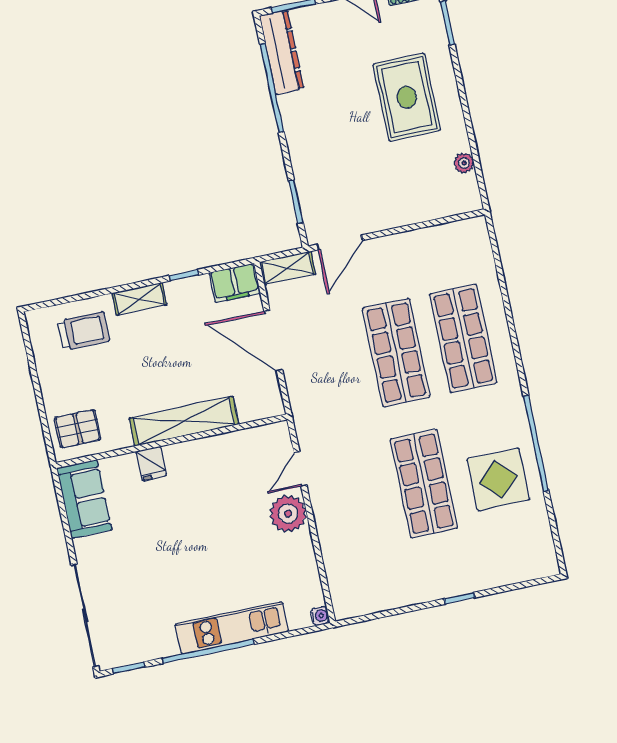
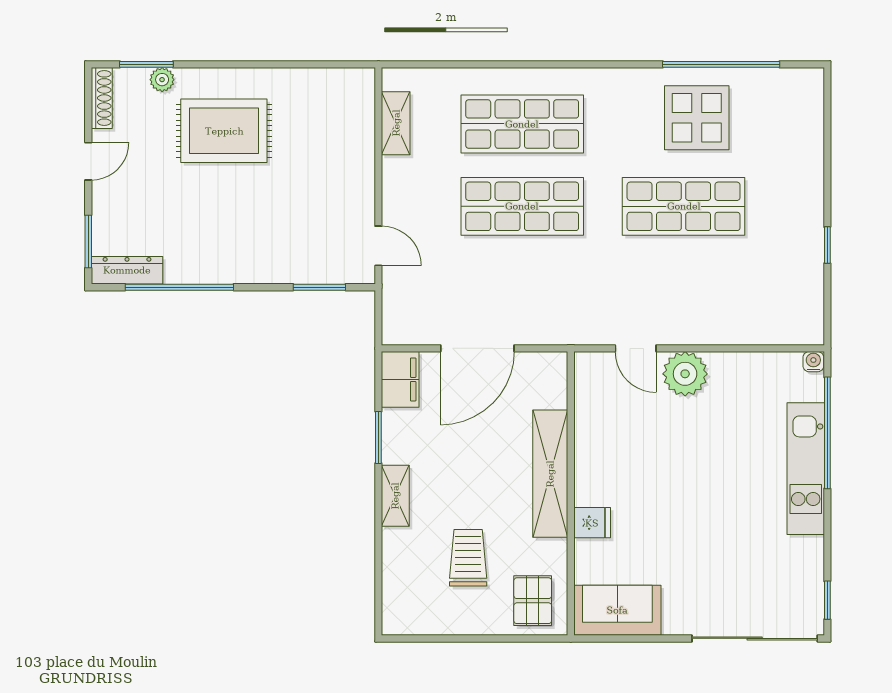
dresser: (282, 52) -> (127, 270), width x0.73, depth x0.80
plant: (464, 163) -> (162, 80), moved
door: (340, 242) -> (378, 246), width x0.73
shelving: (287, 268) -> (396, 123), moved
window: (184, 275) -> (378, 437), width x1.50
trolley: (84, 331) -> (468, 558), moved
window: (536, 443) -> (721, 64), moved
window: (459, 598) -> (827, 245), moved
window: (208, 651) -> (827, 433), moved

